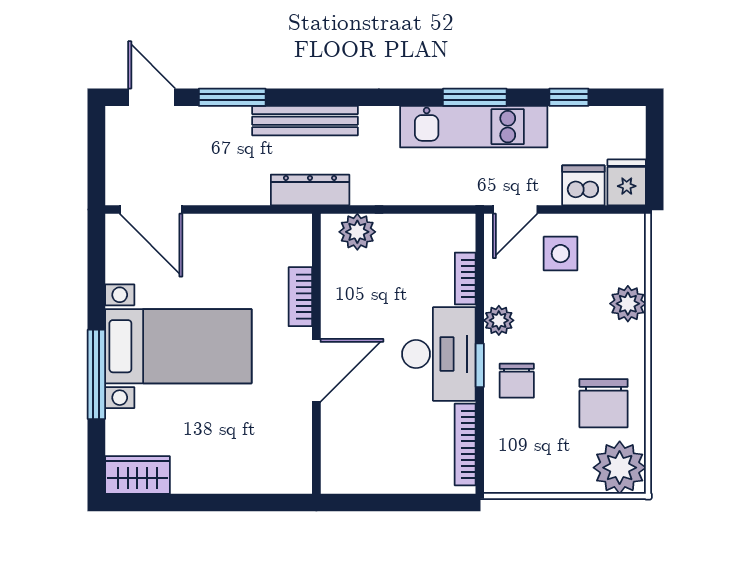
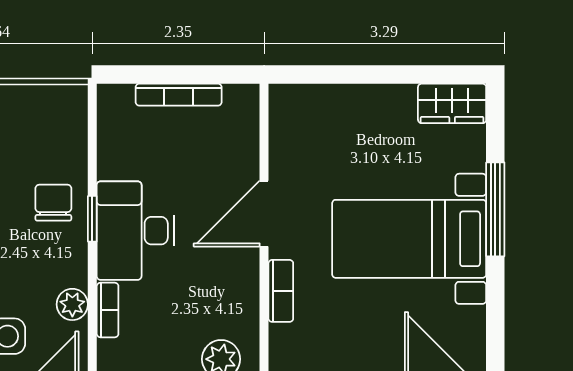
plant: (499, 320) -> (72, 304), moved
bookcase: (465, 445) -> (179, 95), moved, turned 90

